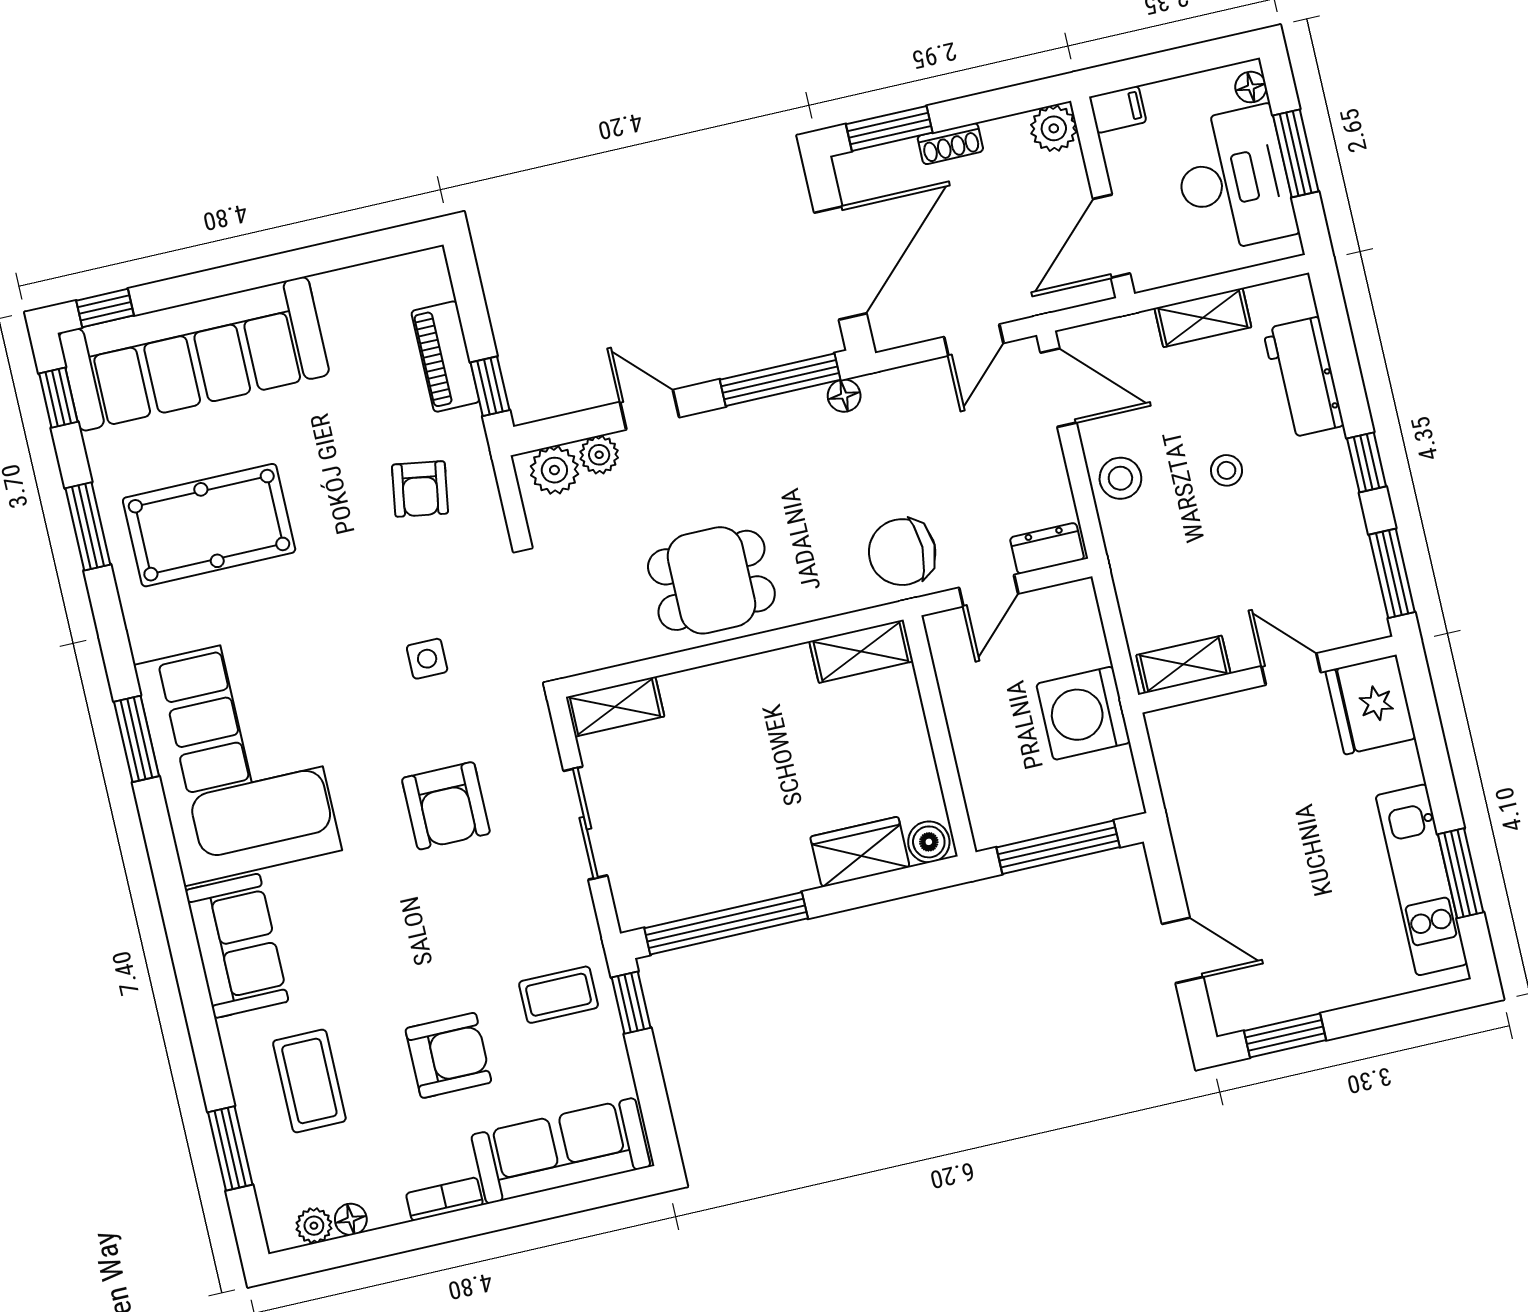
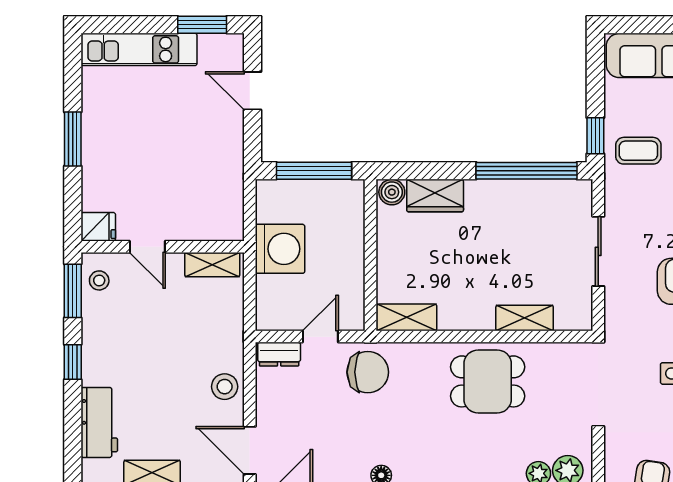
stool: (1227, 470) -> (99, 280), moved
fridge: (1371, 705) -> (98, 227), width x0.53, depth x0.75
shelving: (615, 707) -> (525, 318), moved
window: (1461, 873) -> (73, 139), moved
kitchen unit: (1421, 880) -> (139, 49), moved, turned 90

